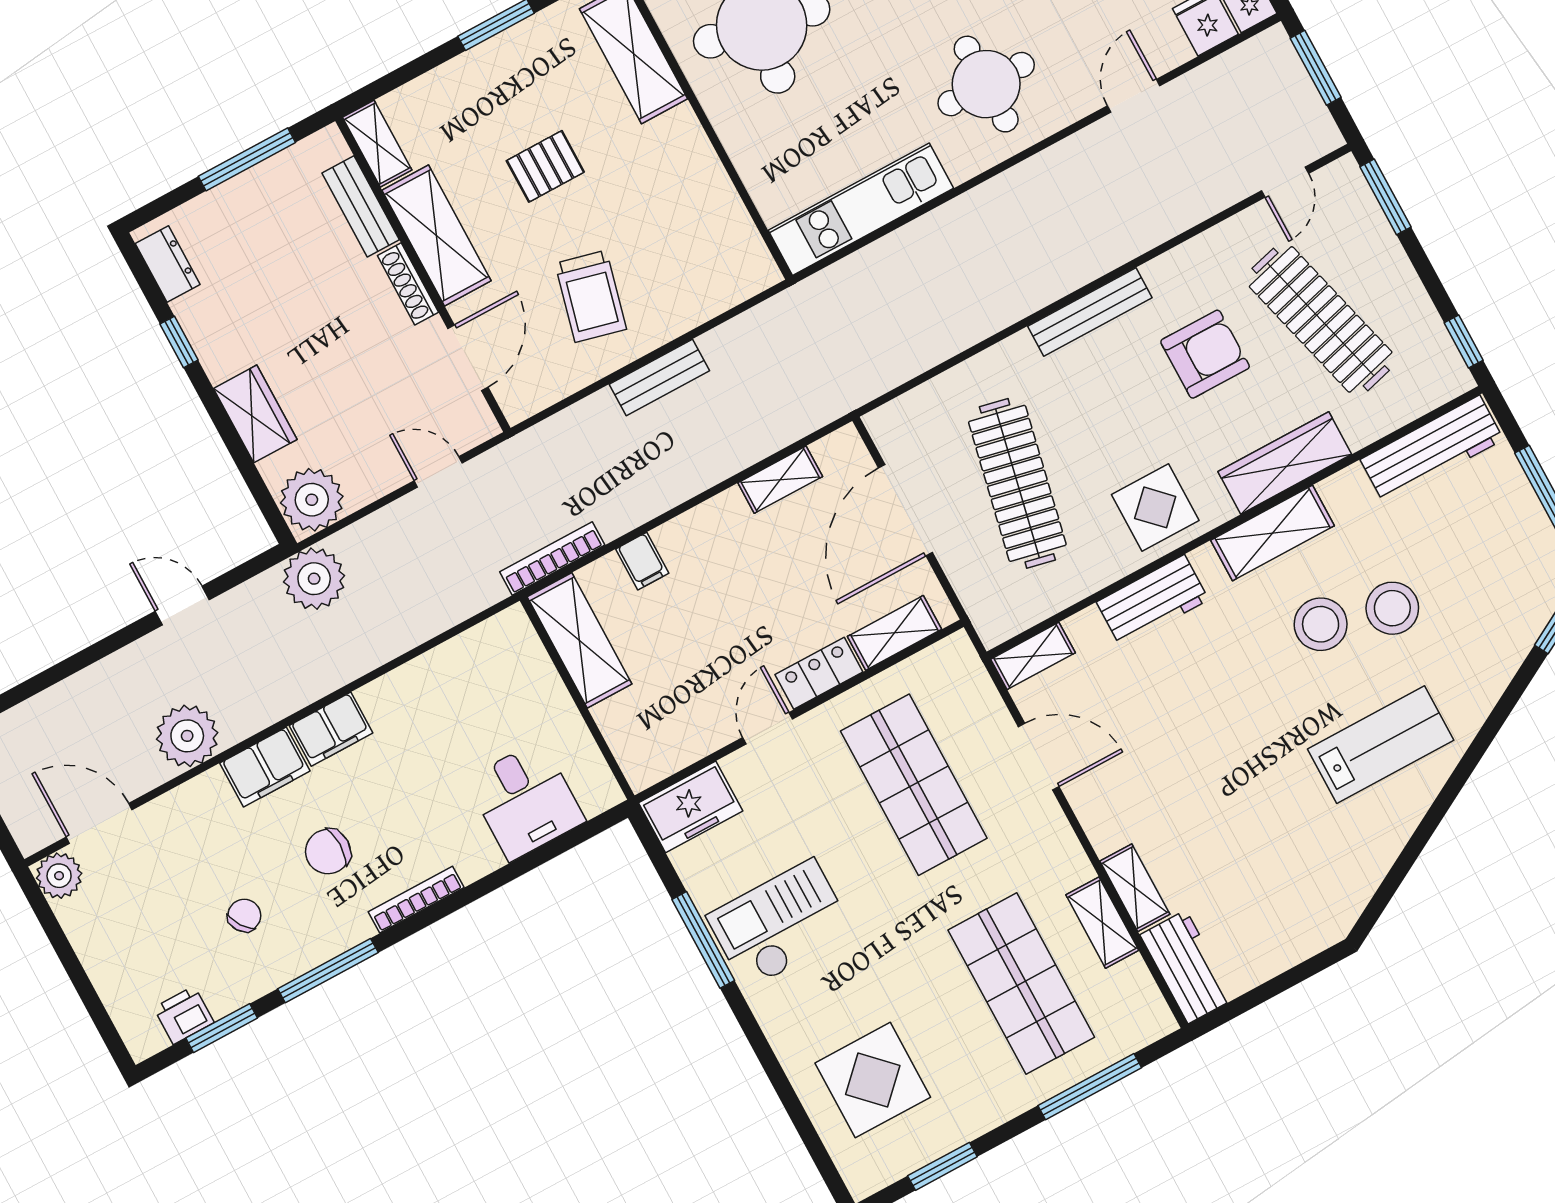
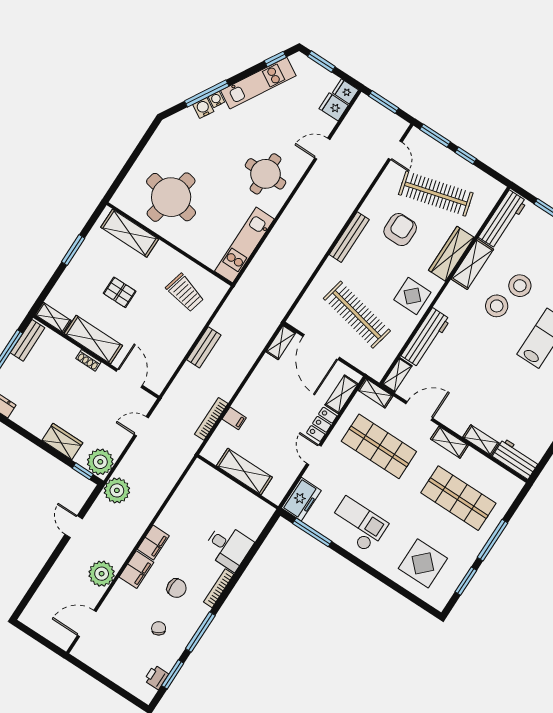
door: (1134, 96) -> (322, 149), hinge flipped
pallet: (545, 166) -> (120, 292), turned 90
bench: (361, 206) -> (28, 340), moved, turned 90
shoe rack: (408, 284) -> (88, 360), width x0.70
trolley: (591, 296) -> (185, 293), moved
window: (179, 342) -> (83, 471), moved
window: (1464, 342) -> (466, 156), moved
shelving: (780, 480) -> (281, 342), moved
shelving: (1273, 533) -> (472, 264), moved
bookcase: (552, 558) -> (211, 419), moved
workbench: (1153, 601) -> (426, 338), width x1.38
door: (182, 606) -> (74, 527), hinge flipped
shelving: (579, 640) -> (244, 471), moved
shelving: (967, 669) -> (375, 393), added
desk: (525, 800) -> (228, 547), moved
chair: (328, 852) -> (177, 588), turned -90
plant: (59, 876) -> (82, 651), removed
shelving: (1102, 923) -> (449, 442), moved
checkout: (780, 924) -> (358, 524), turned 90
window: (703, 940) -> (312, 532), moved
window: (1090, 1087) -> (493, 540), moved

